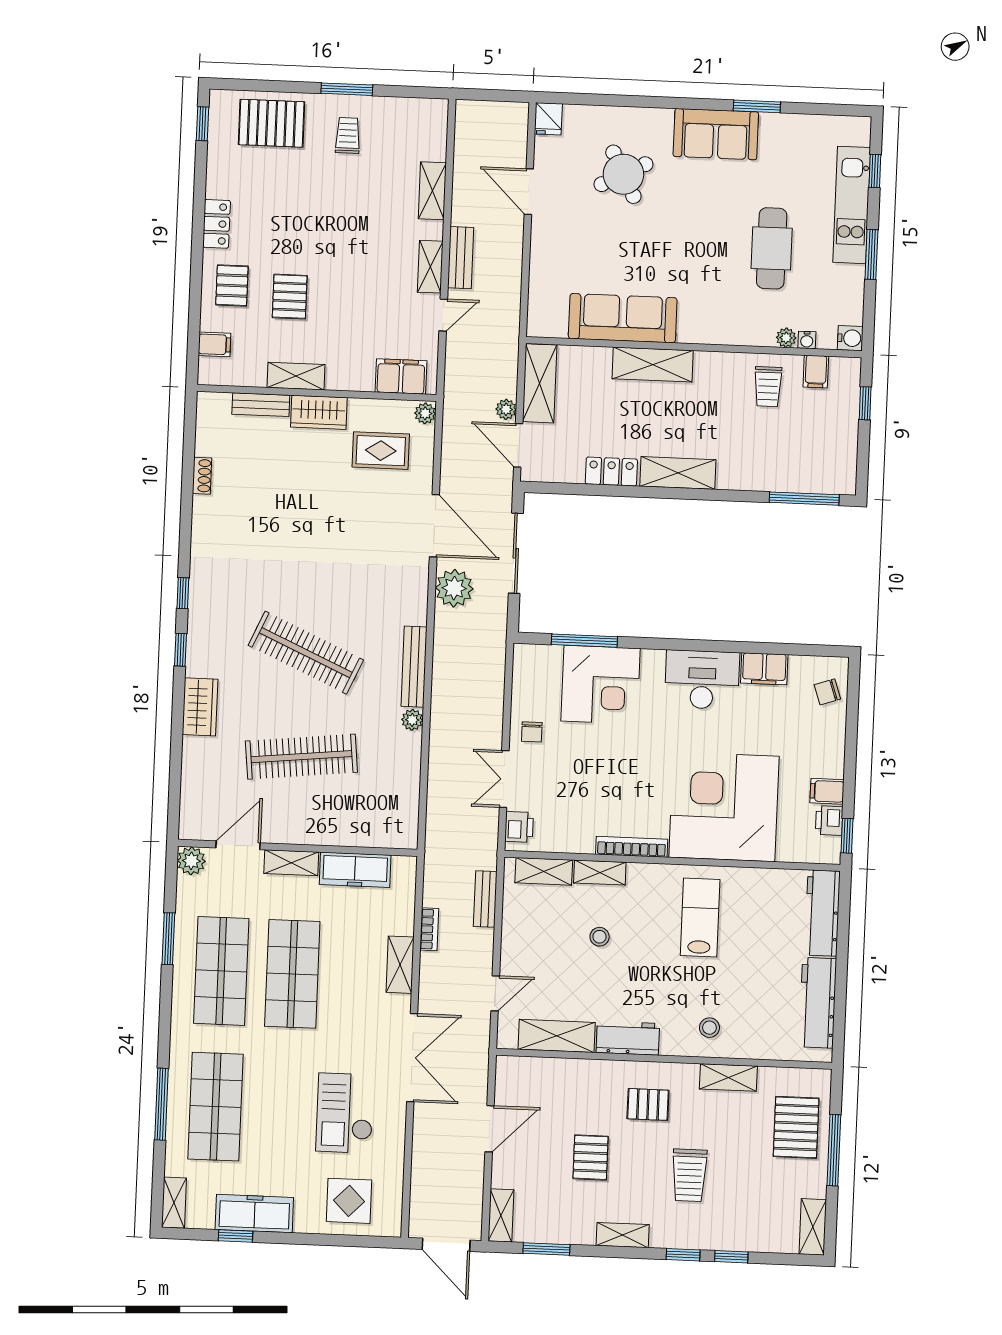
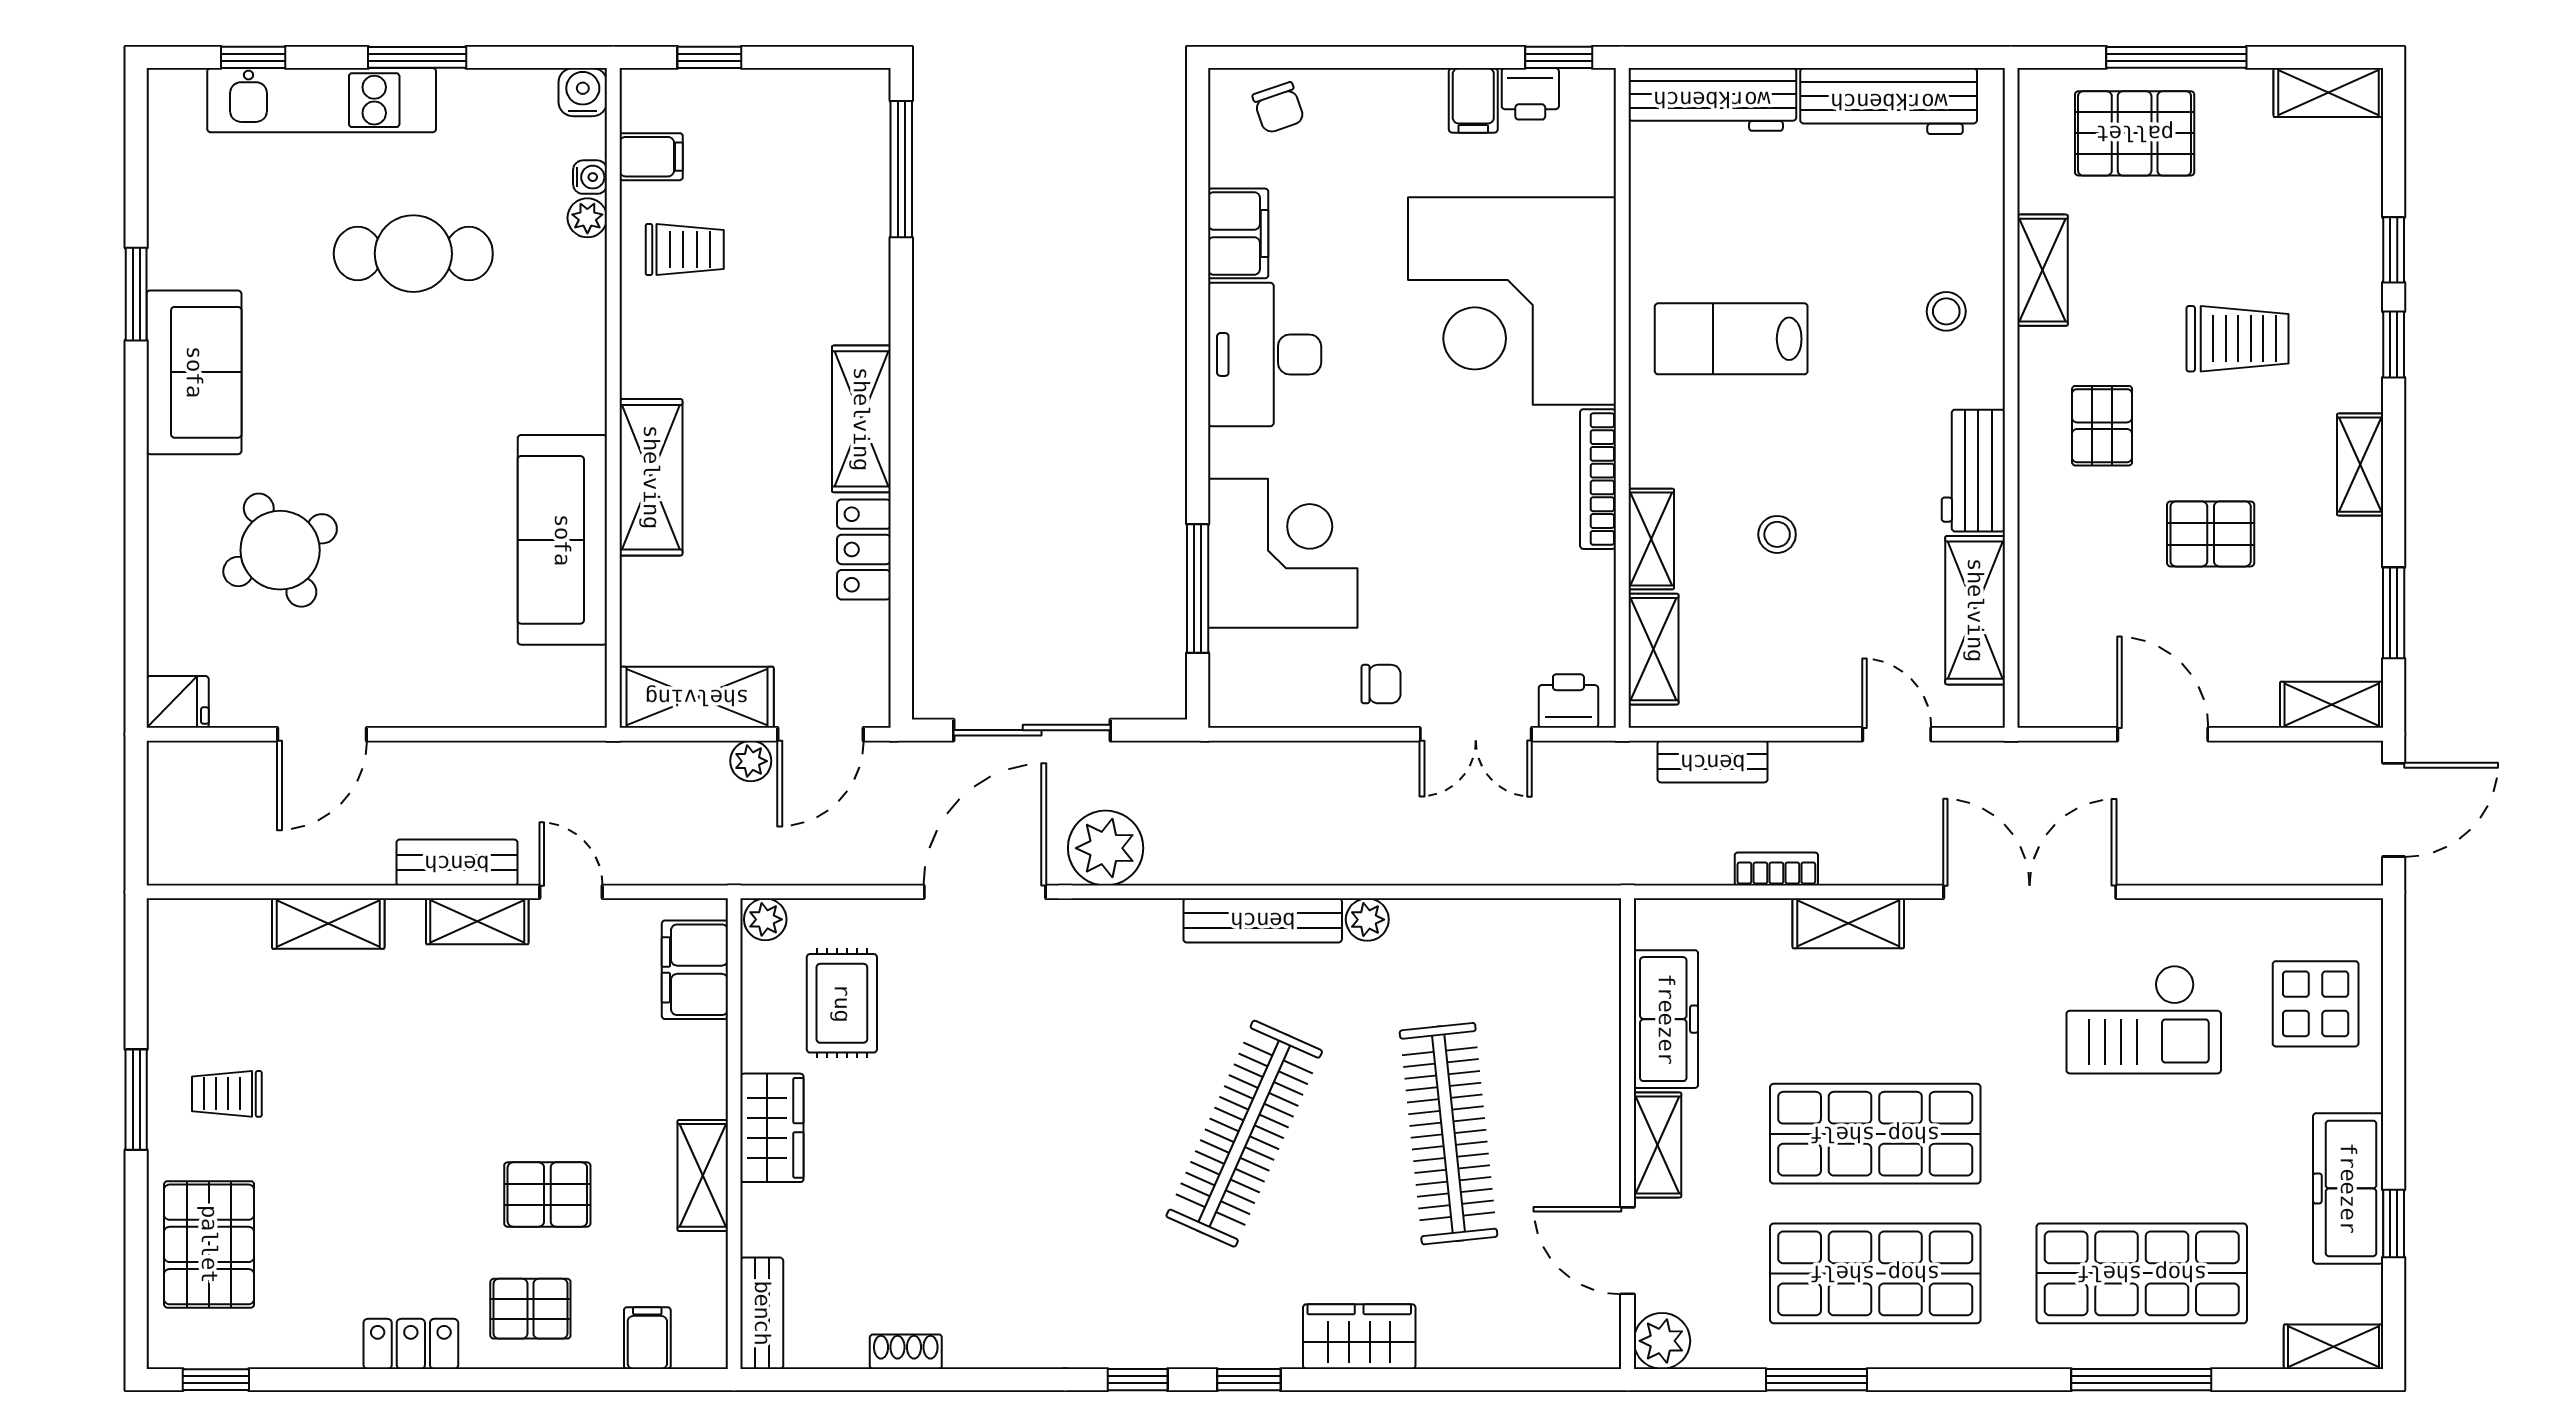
bench: (261, 405) -> (762, 1313), moved

